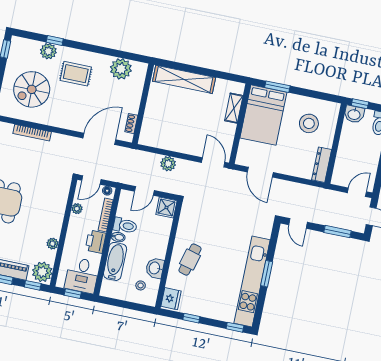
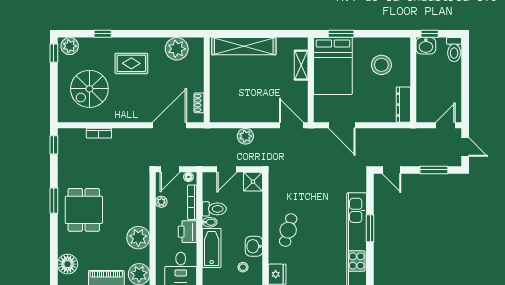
plant: (48, 51) -> (70, 46), moved
bookcase: (32, 133) -> (99, 133), width x0.64
plant: (53, 244) -> (138, 238), width x1.88, depth x1.88

